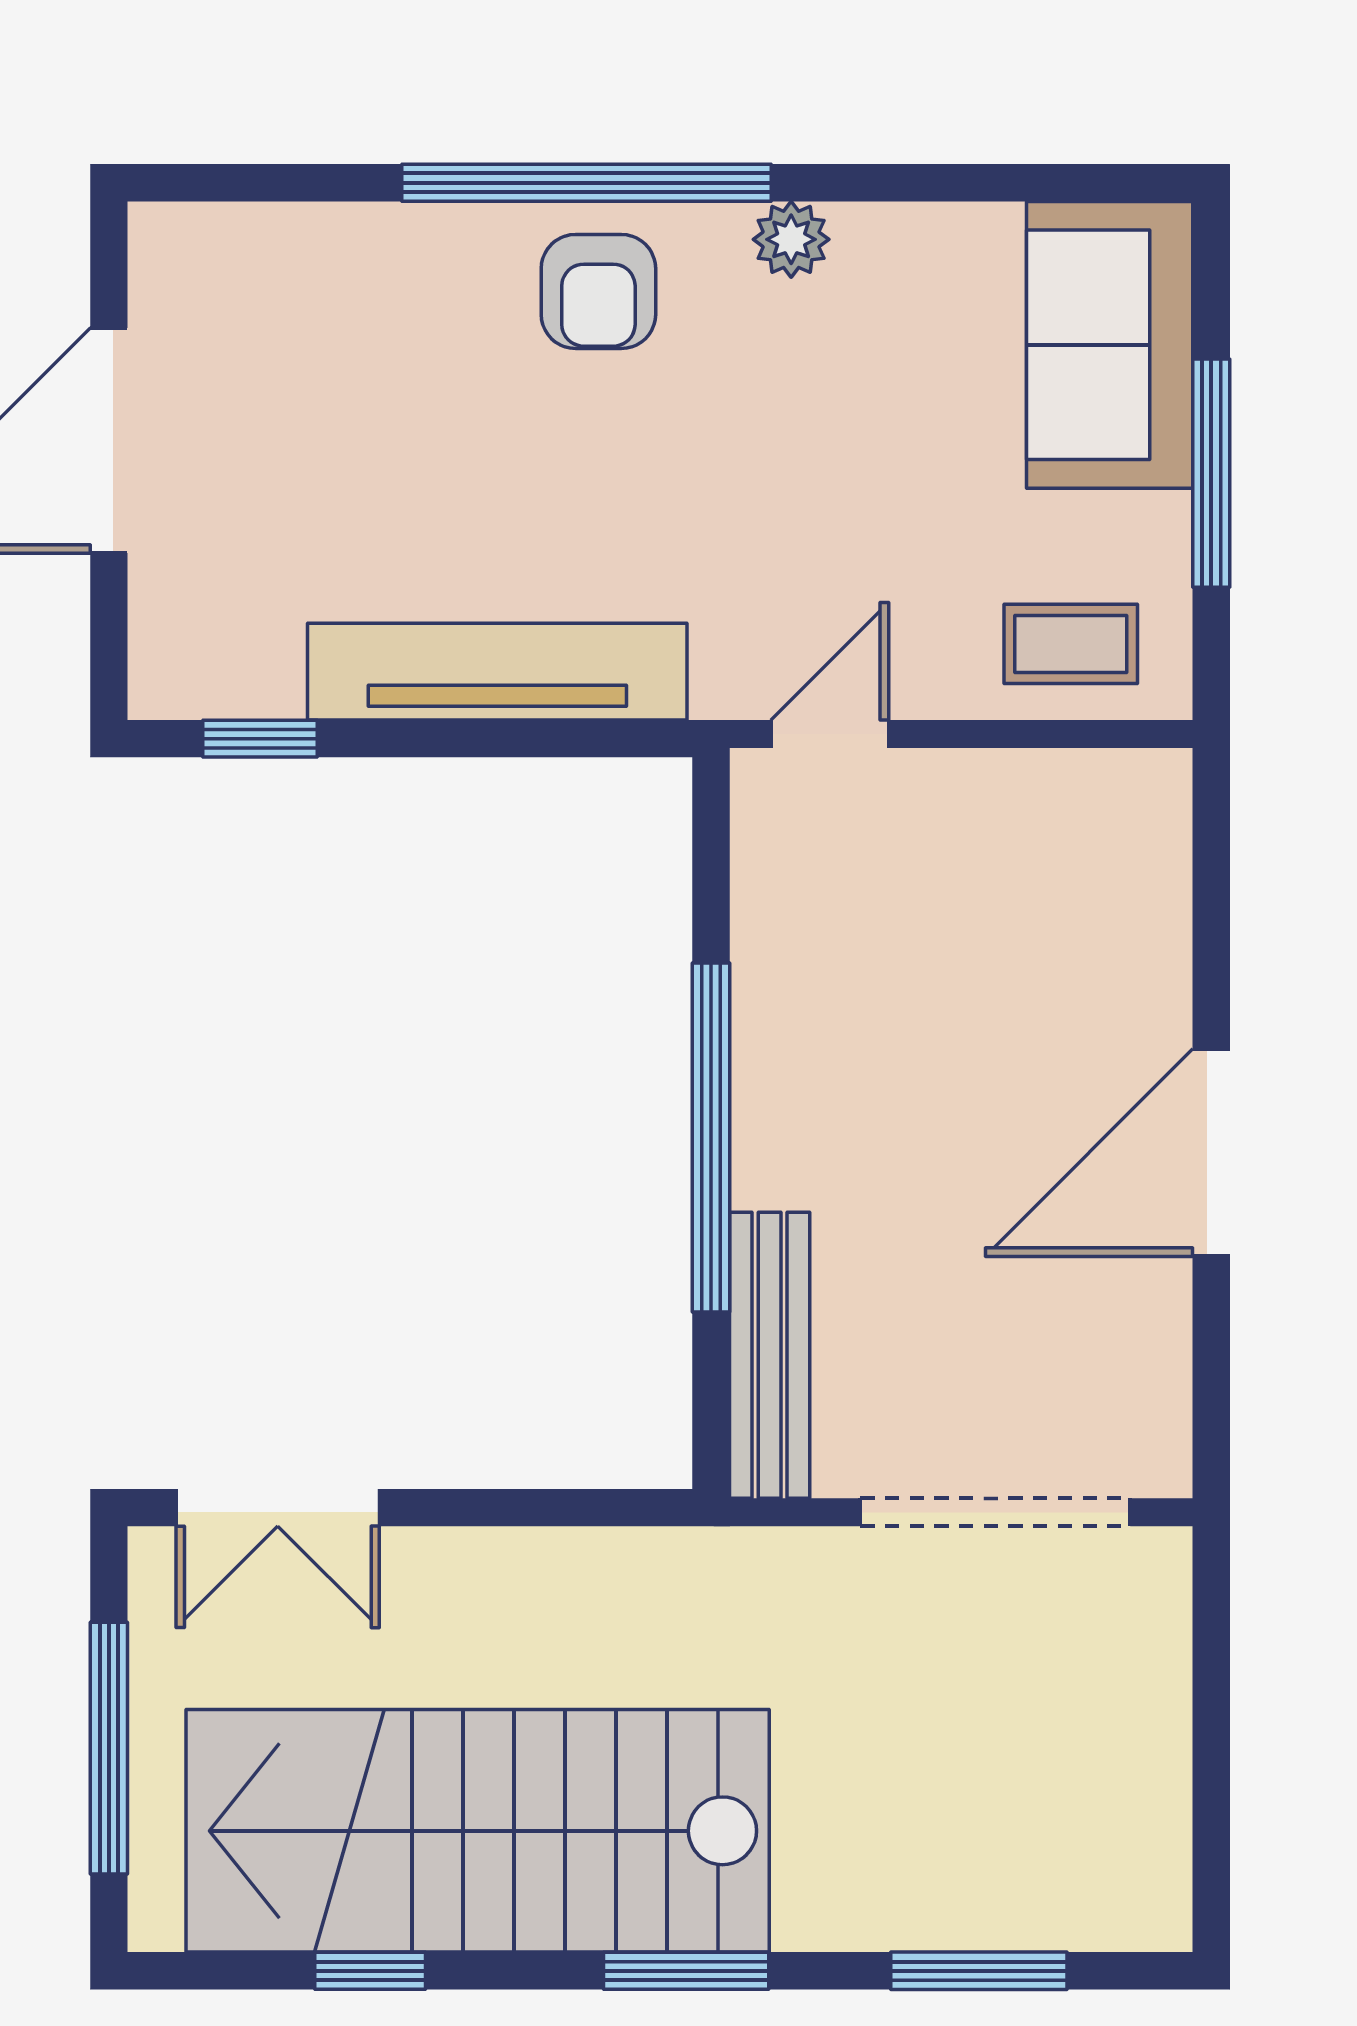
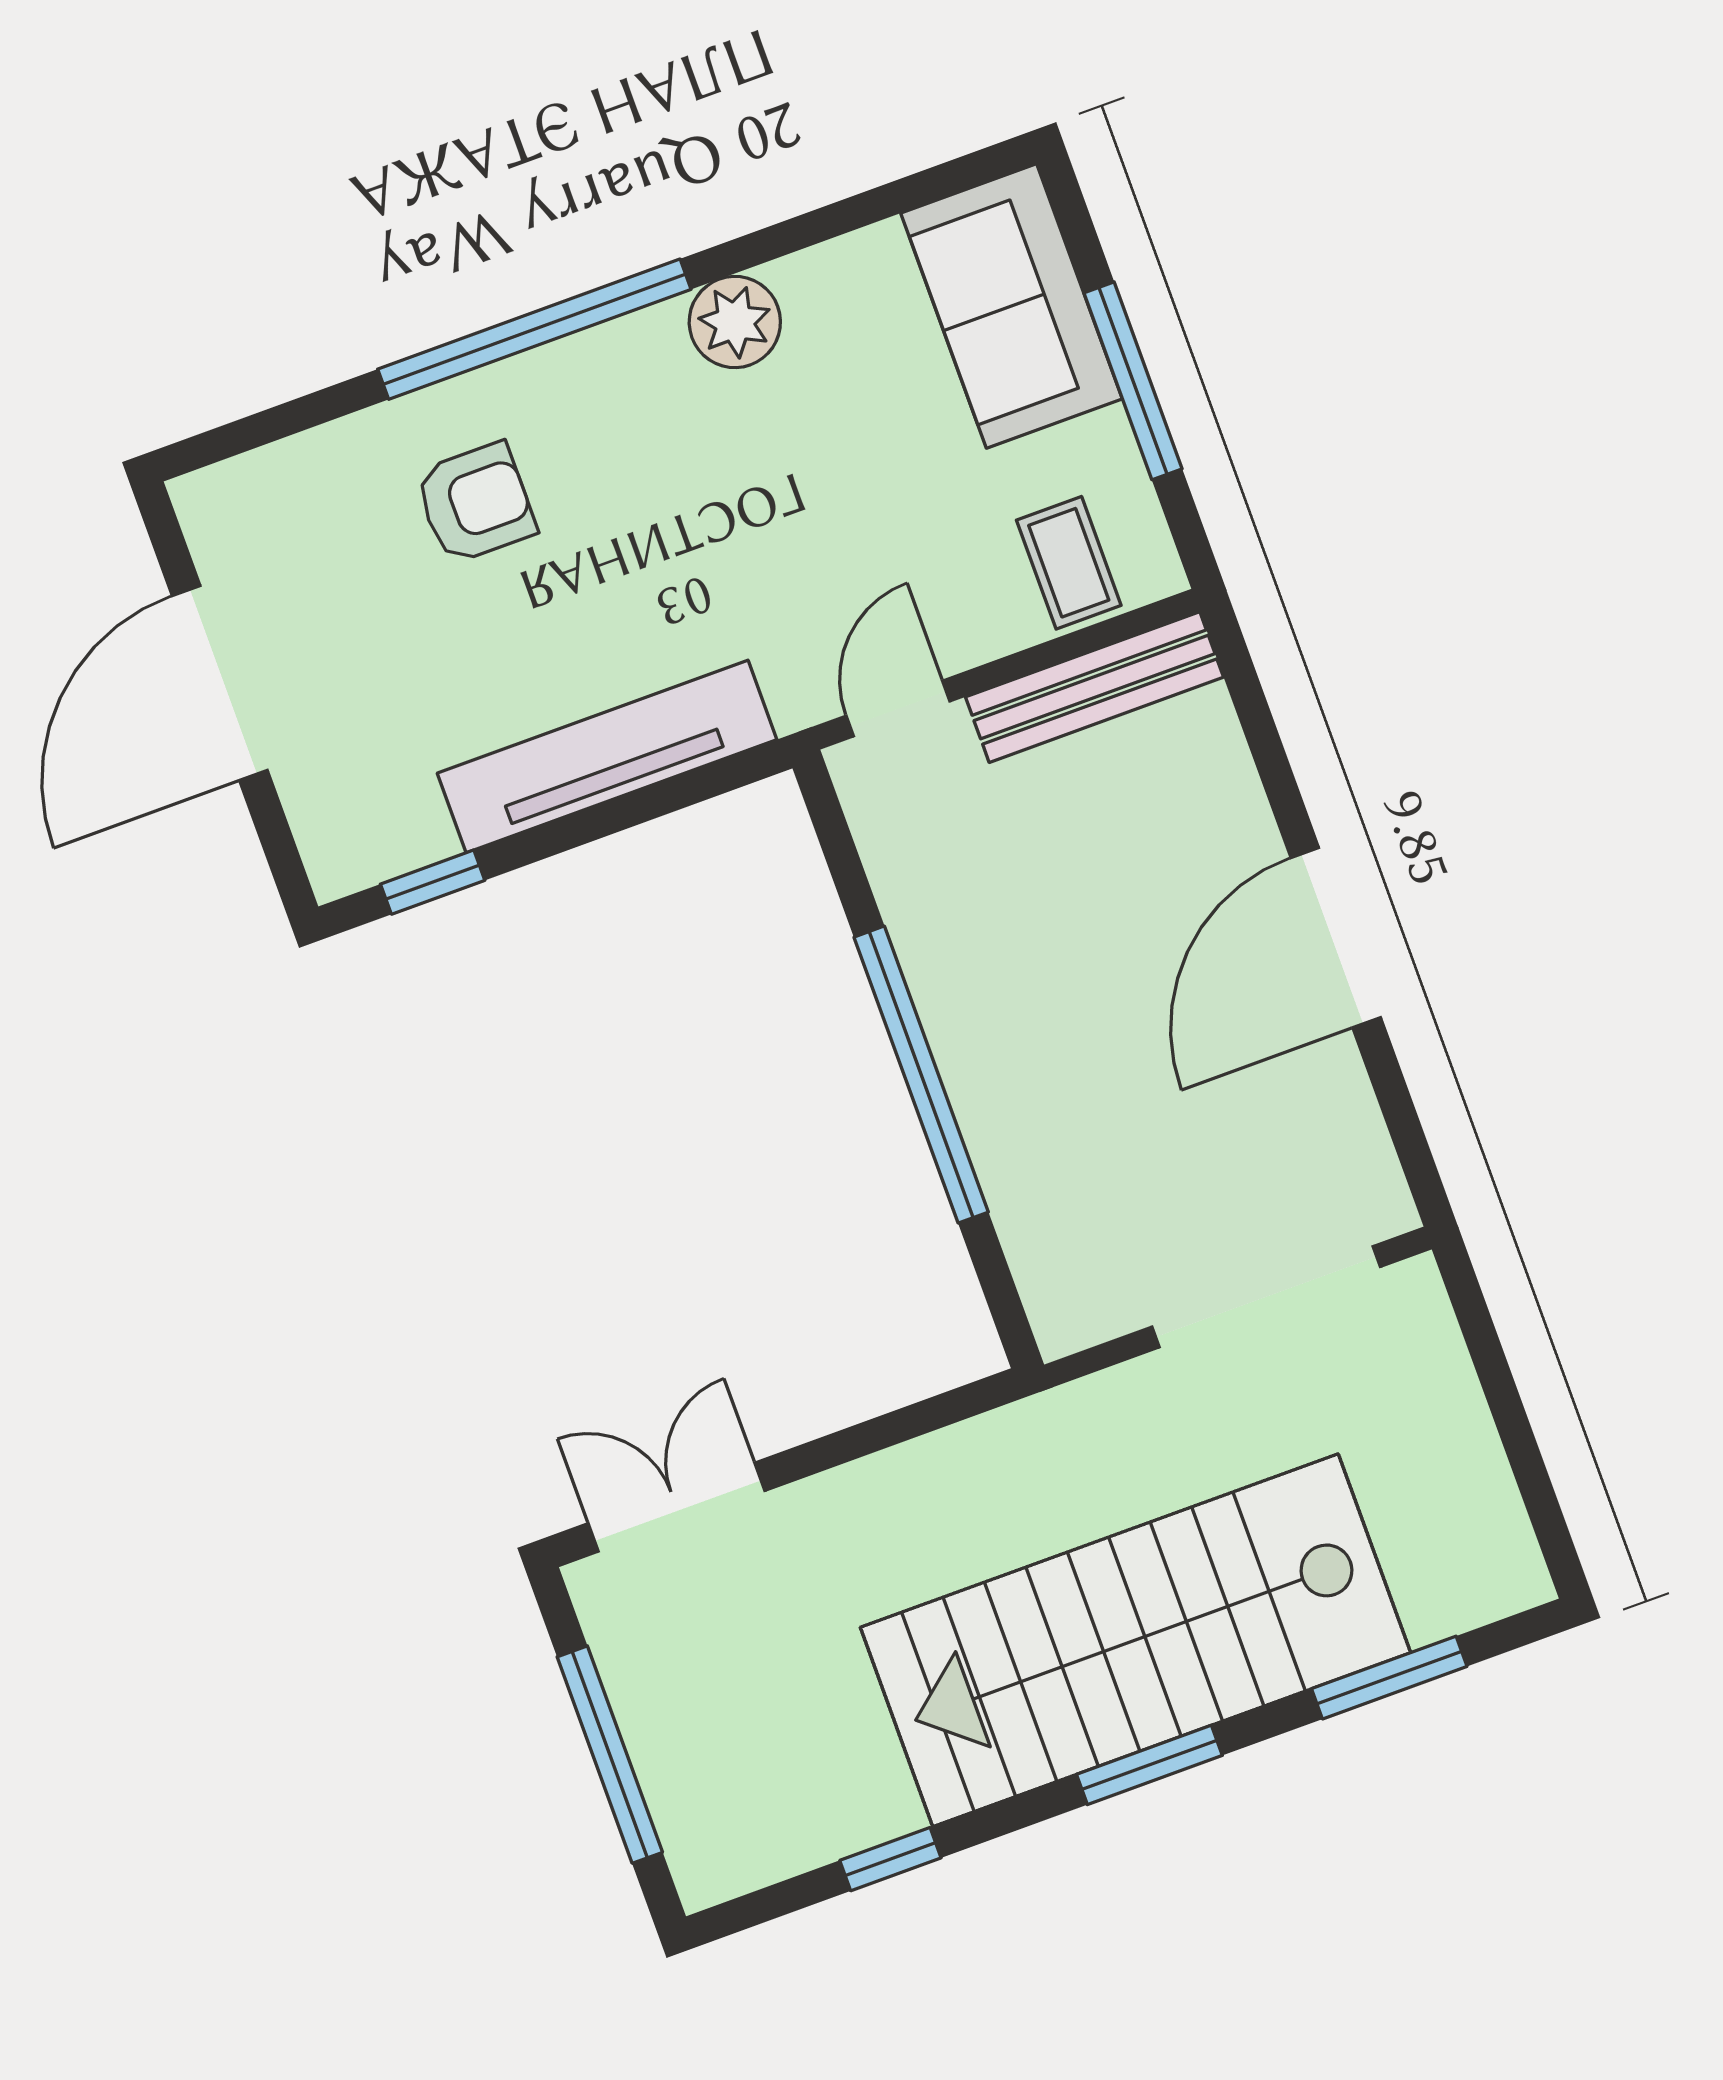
plant: (791, 239) -> (735, 322), width x1.38, depth x1.38
armchair: (598, 291) -> (475, 503), moved, turned -90
coffee table: (1071, 644) -> (1069, 563), turned 90
bench: (770, 1355) -> (1095, 687), moved, turned 90
double door: (278, 1508) -> (676, 1507), swing flipped
stairs: (478, 1831) -> (1135, 1640), moved

